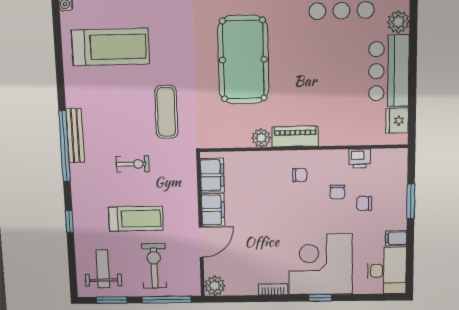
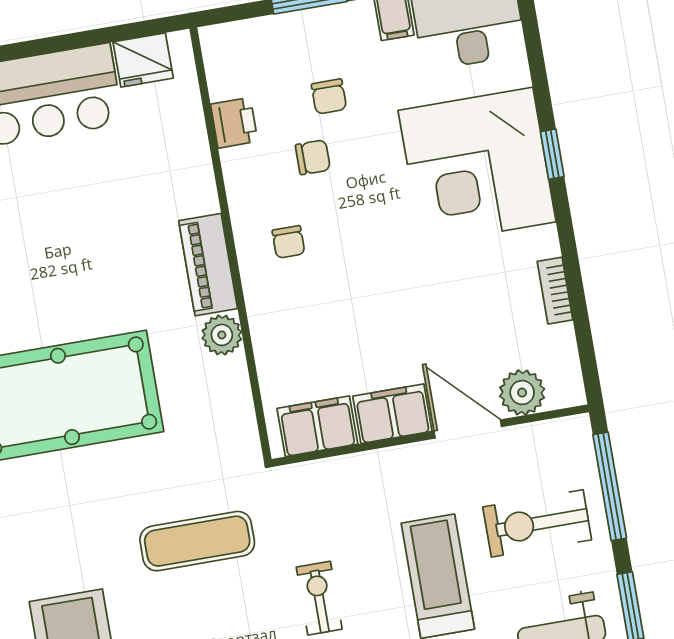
chair: (300, 175) -> (288, 242), turned 180
plant: (215, 286) -> (522, 393), moved
bookcase: (273, 289) -> (555, 291), moved

